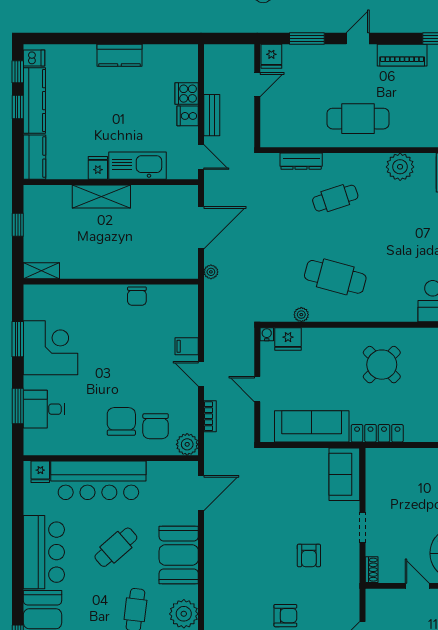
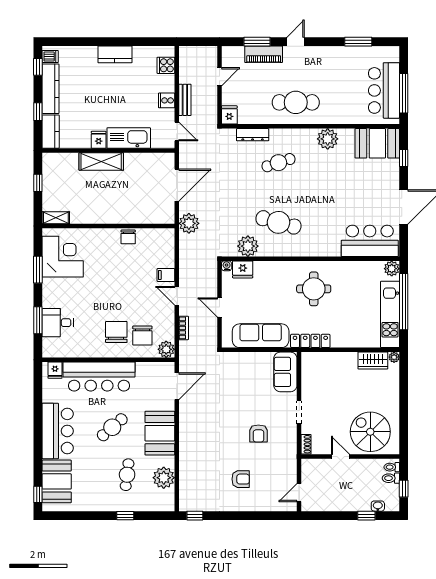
piano: (402, 55) -> (264, 54), moved
fridge: (271, 56) -> (229, 115), moved, turned 180
cooker: (187, 94) -> (166, 65), moved
window: (18, 107) -> (38, 112), moved
plant: (211, 272) -> (189, 223), width x1.88, depth x1.88
plant: (301, 315) -> (248, 246), width x1.87, depth x1.87
corner desk: (51, 348) -> (63, 257), moved
round table: (382, 365) -> (314, 289), turned 45

